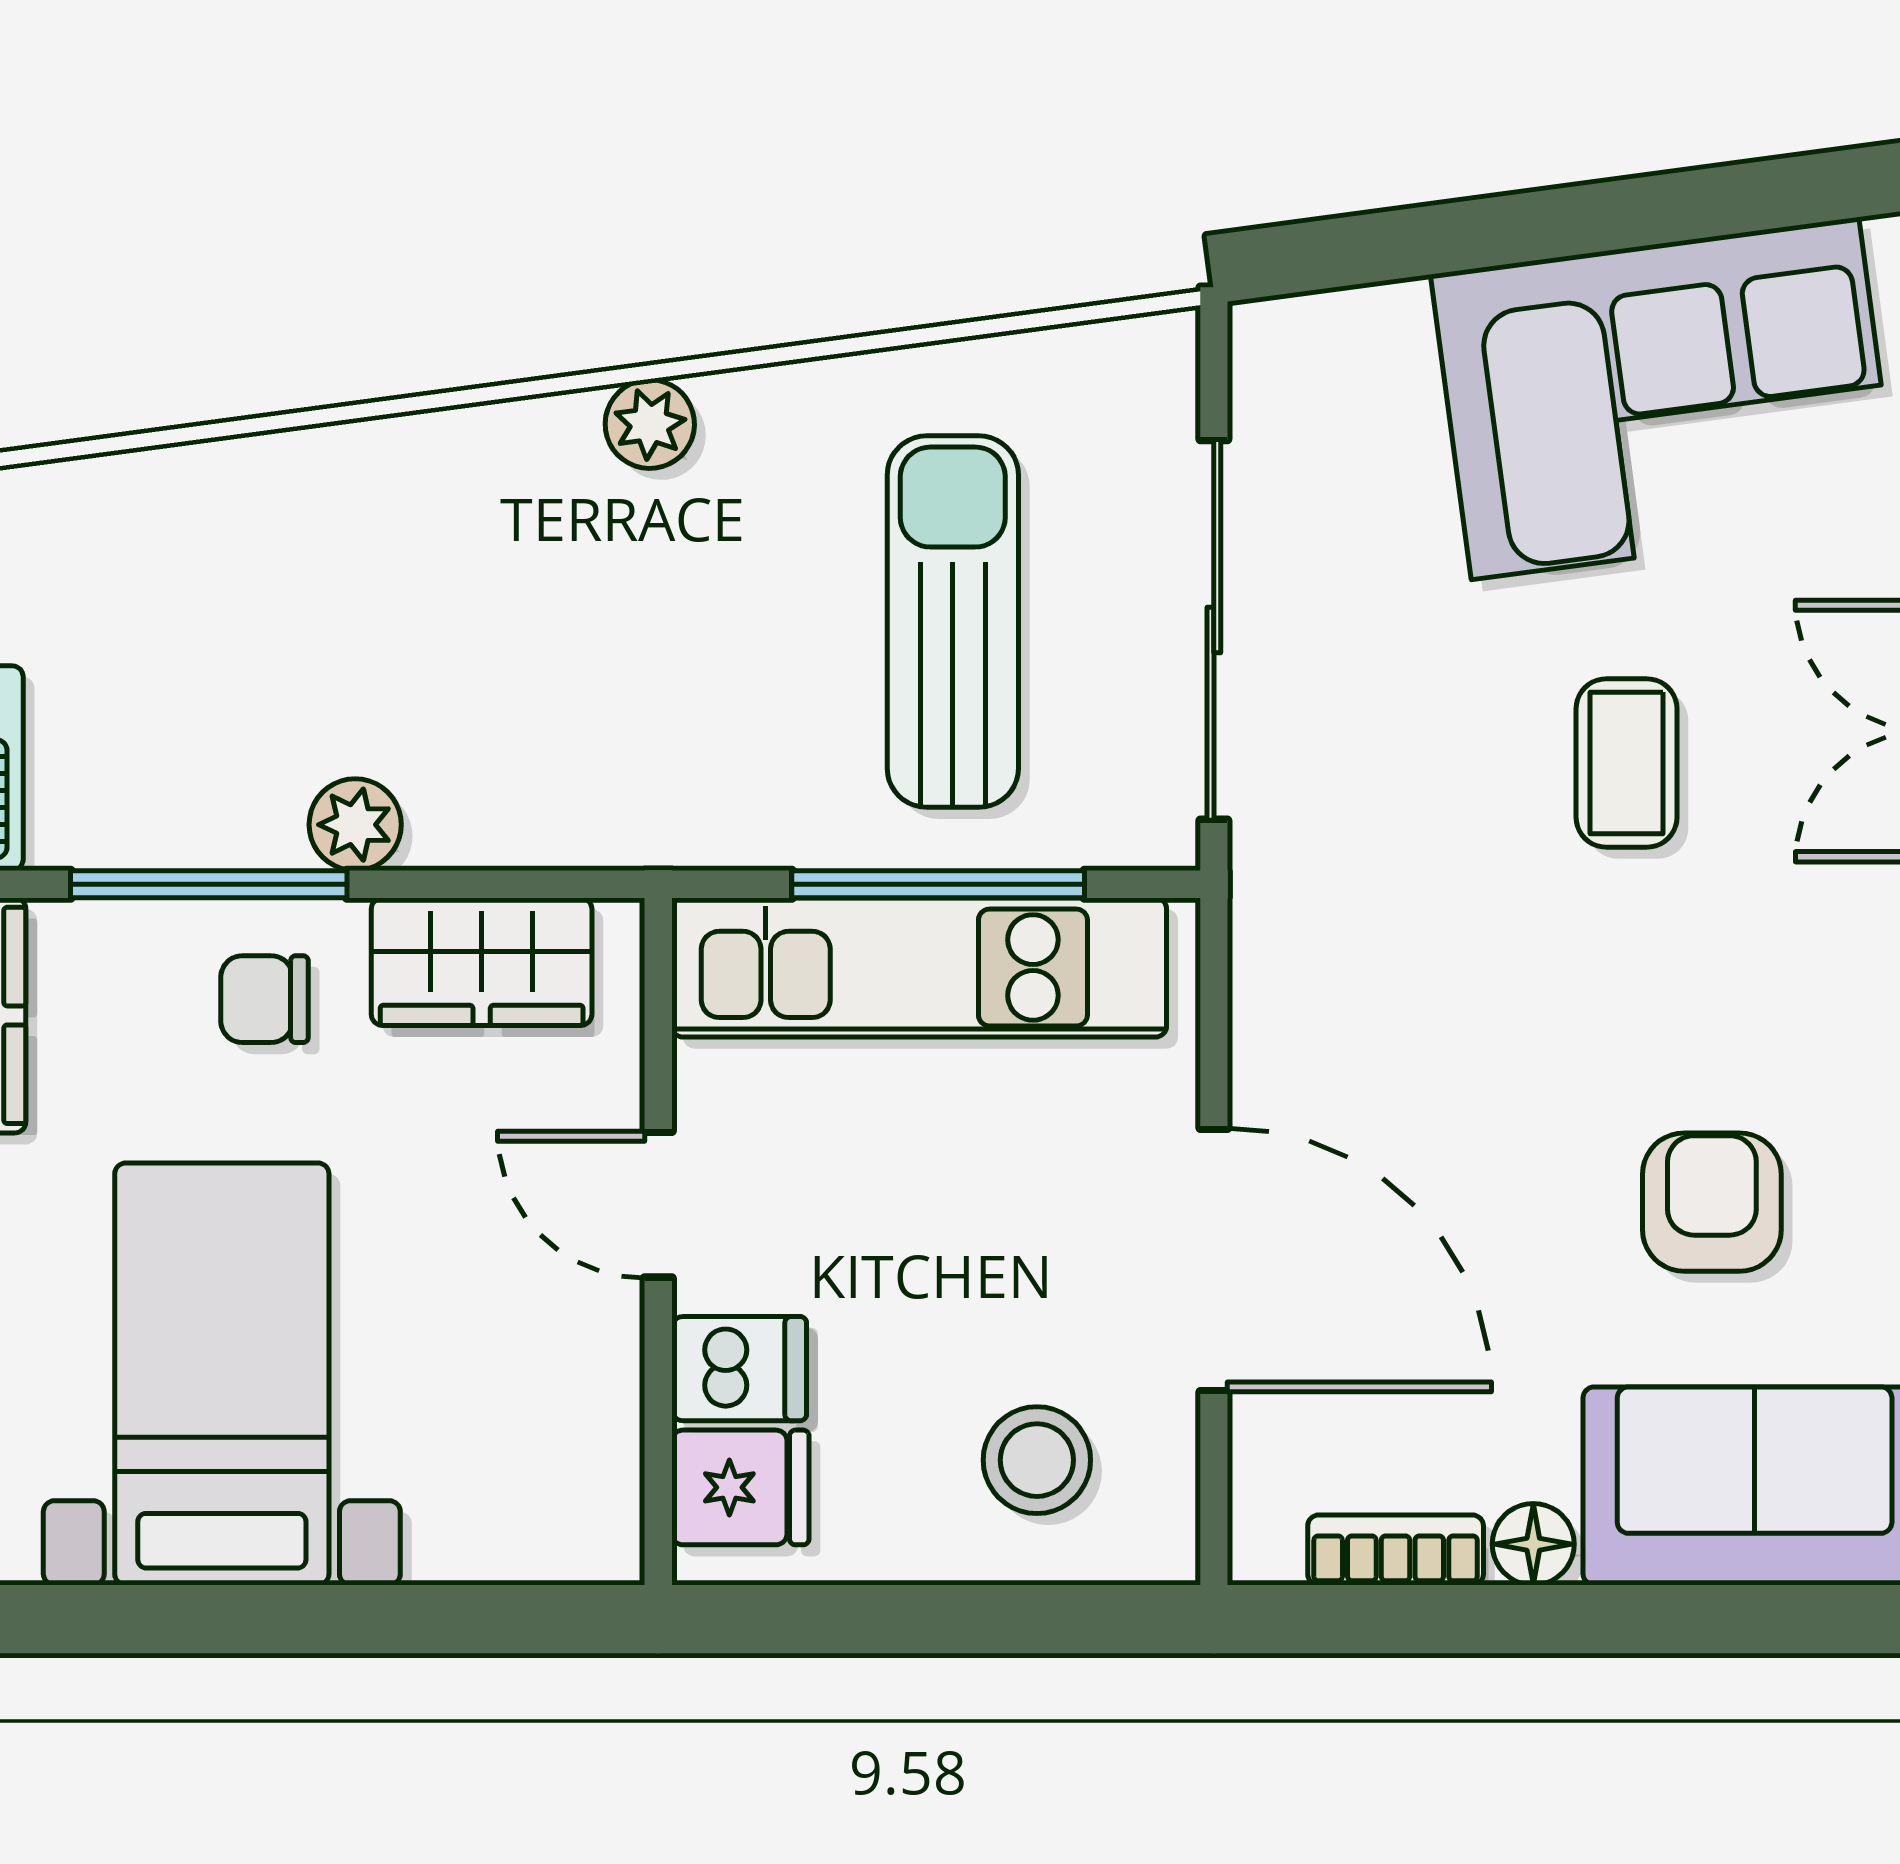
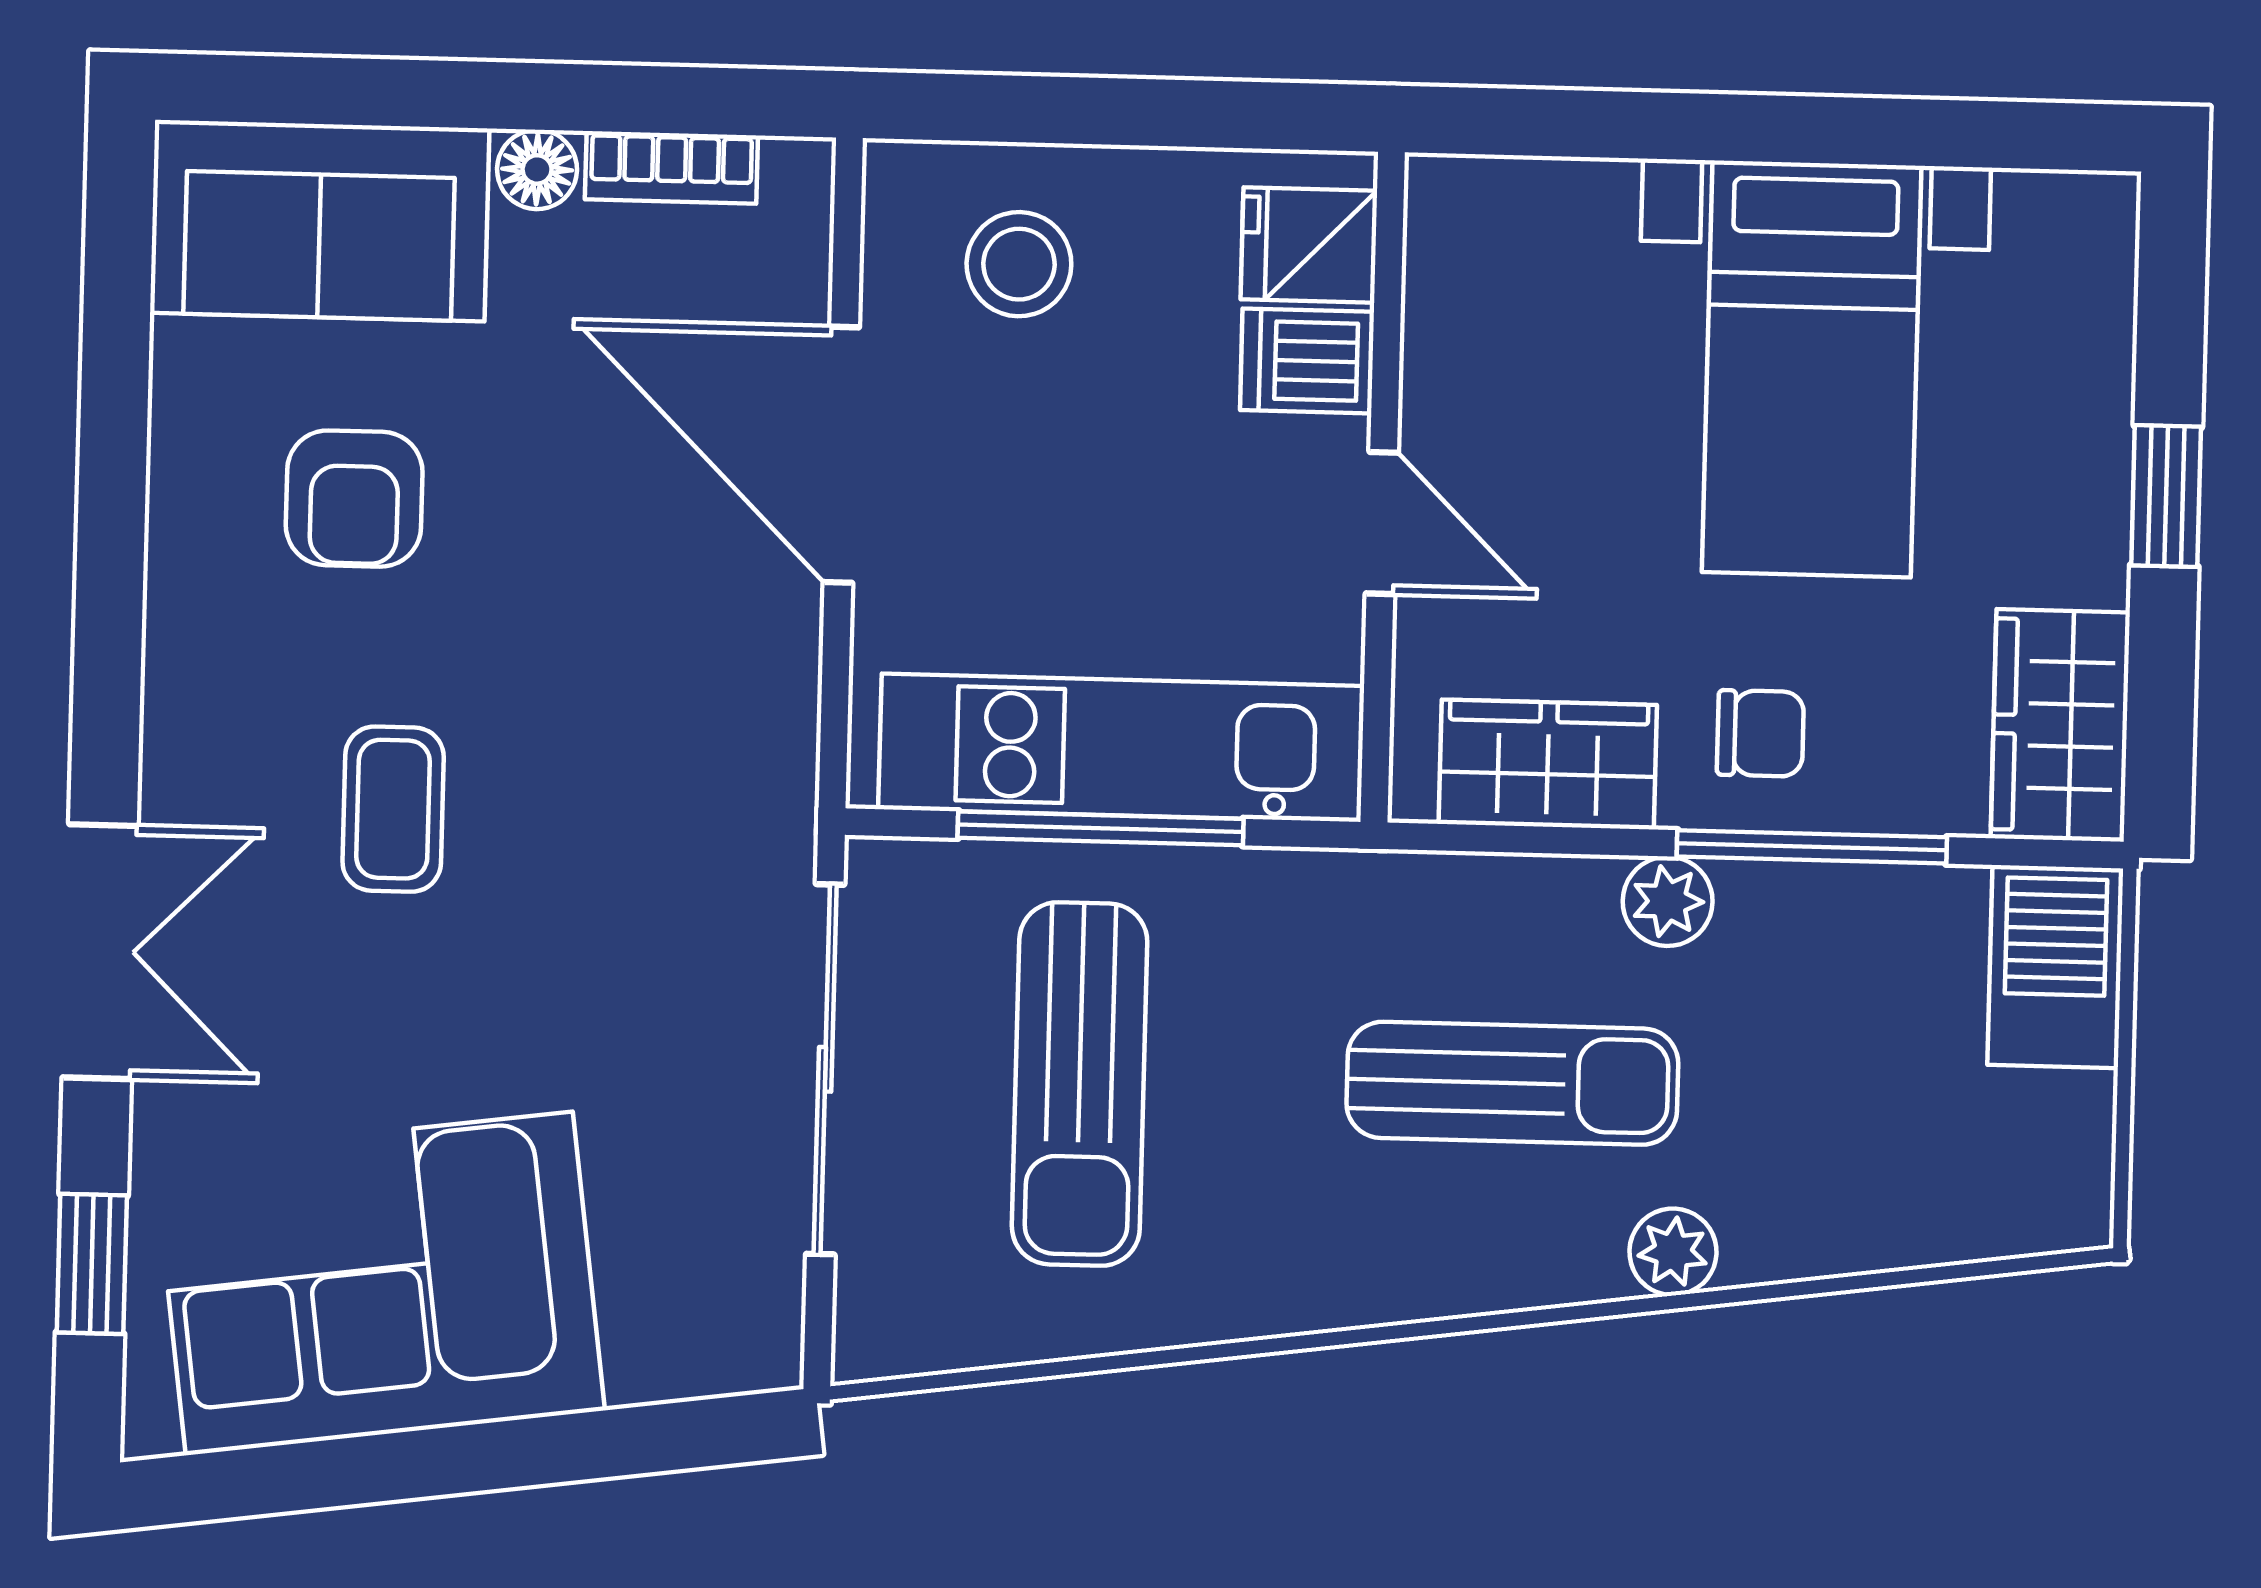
plant: (650, 424) -> (1673, 1252), moved
sun lounger: (509, 634) -> (1512, 1083), added
coffee table: (1627, 763) -> (393, 809), moved

